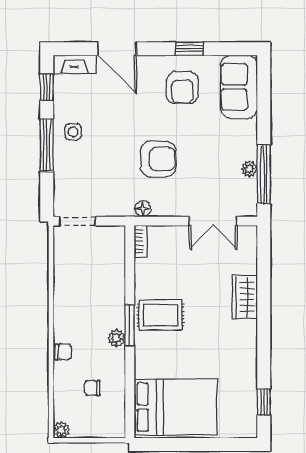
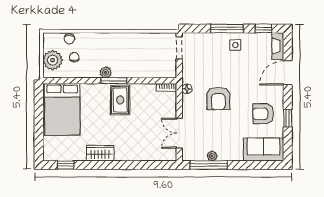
wardrobe: (245, 297) -> (100, 153), moved
chair: (63, 352) -> (69, 39), moved
plant: (61, 430) -> (52, 60), moved, width x1.87, depth x1.87

